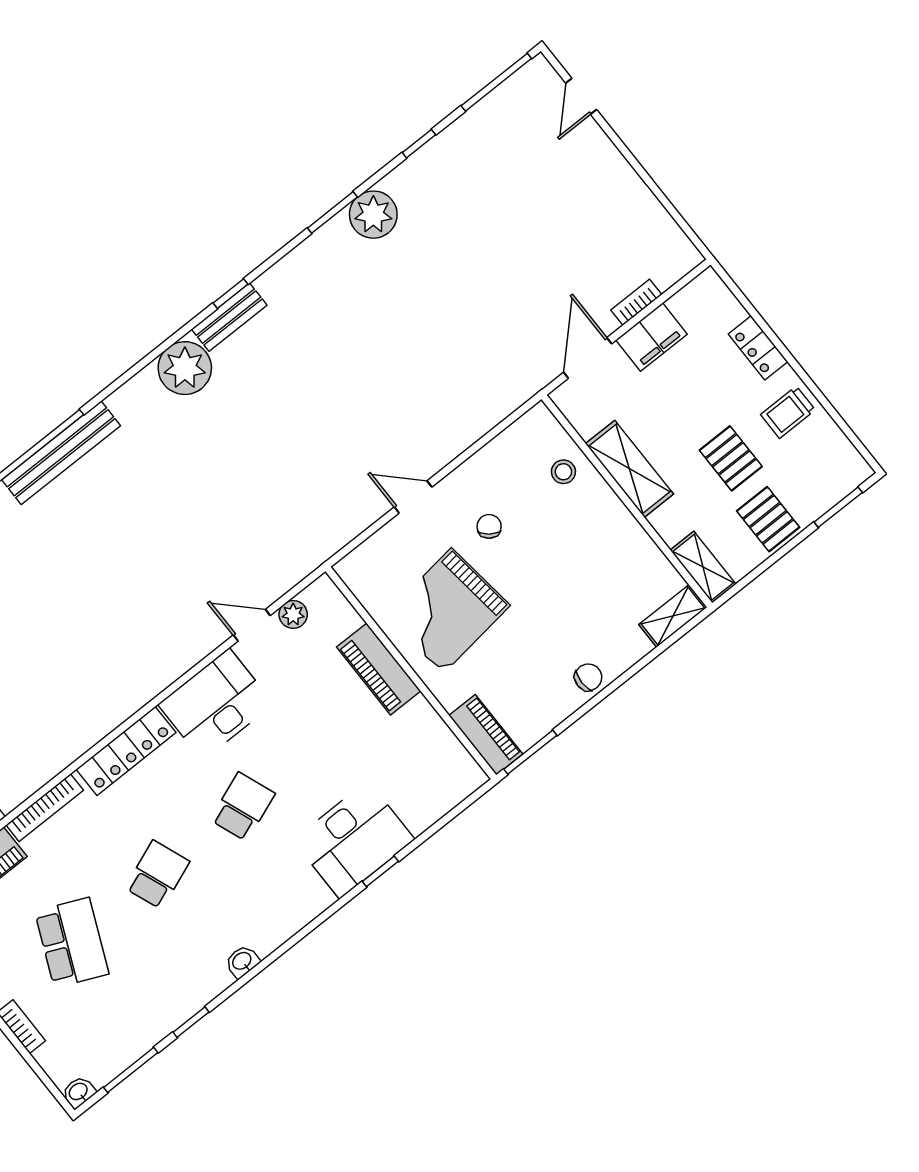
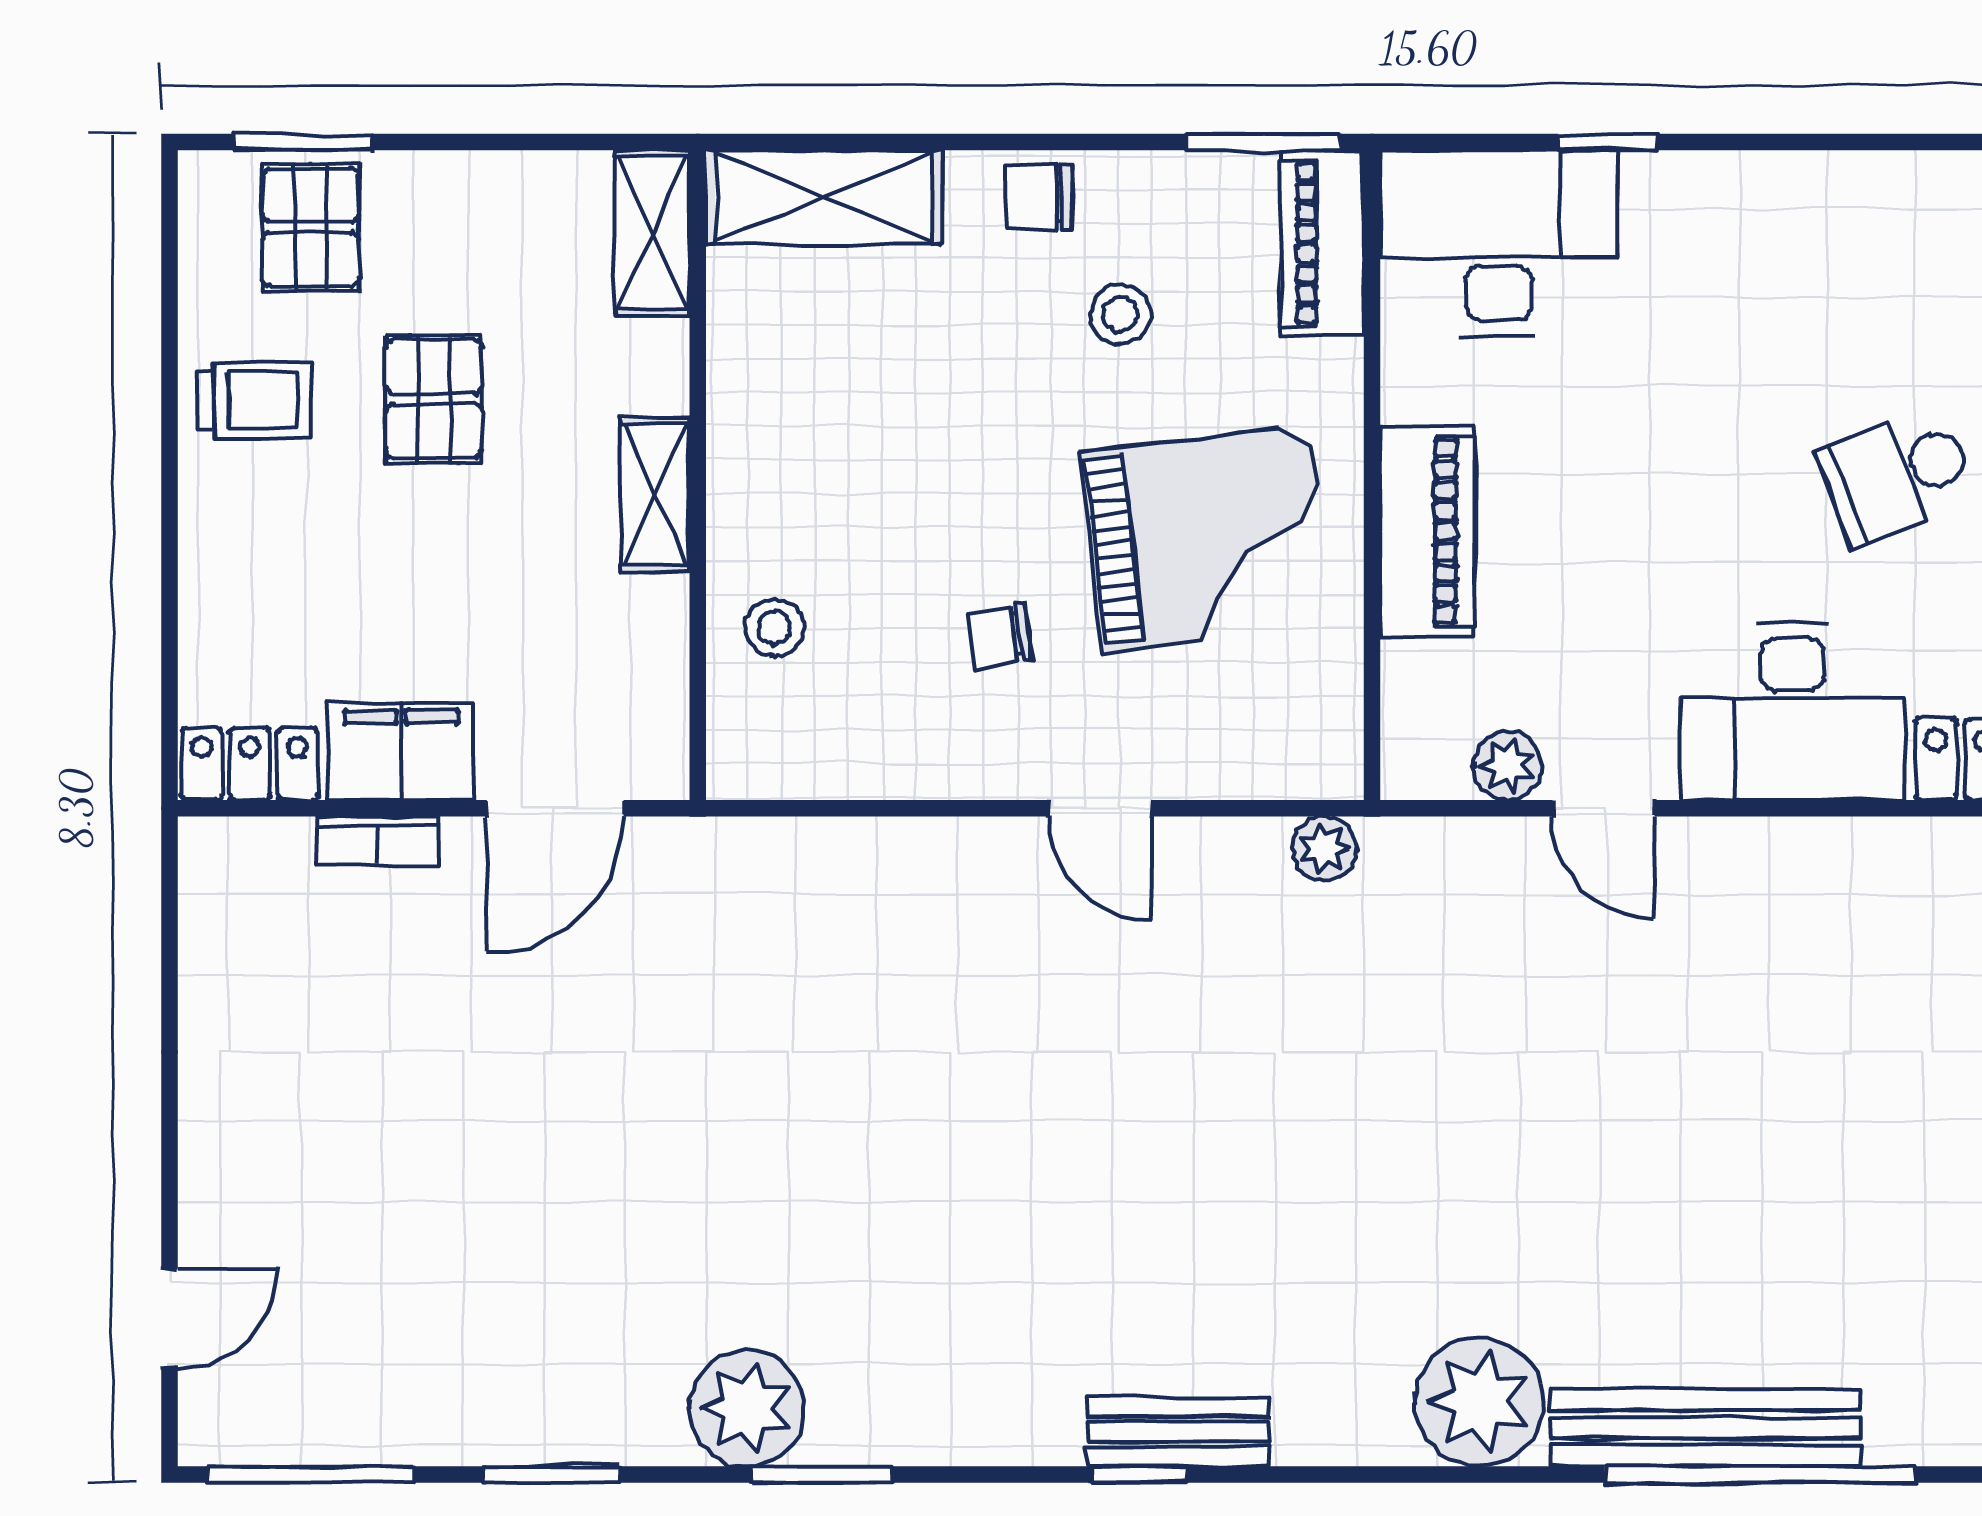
window: (419, 144) -> (552, 1474), width x1.50
locker: (758, 348) -> (250, 764), moved, turned -90
plant: (185, 368) -> (1479, 1402), moved
shelving: (629, 469) -> (655, 495), width x0.67, depth x0.75
pallet: (768, 519) -> (311, 227), moved
chair: (489, 526) -> (1000, 636), turned 44
plant: (331, 541) -> (1324, 849), added
shelving: (673, 616) -> (824, 197), width x1.50, depth x1.33
stool: (532, 660) -> (1120, 314), added
desk: (354, 840) -> (1498, 243), moved
window: (380, 871) -> (1608, 142), moved

